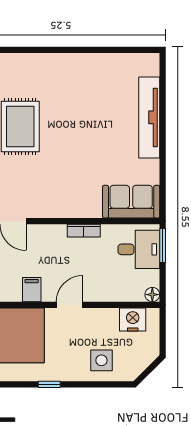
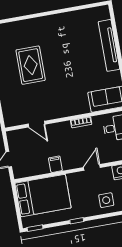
door: (70, 305) -> (92, 167), moved

